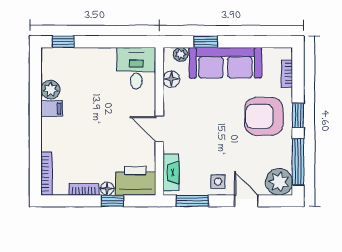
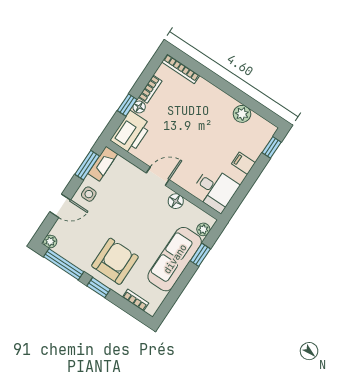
floor lamp: (171, 79) -> (176, 201), moved
filing cabinet: (52, 109) -> (243, 163), moved, turned 90
fireplace: (171, 172) -> (103, 164), moved, turned -90
plant: (279, 182) -> (50, 242), width x0.53, depth x0.53

